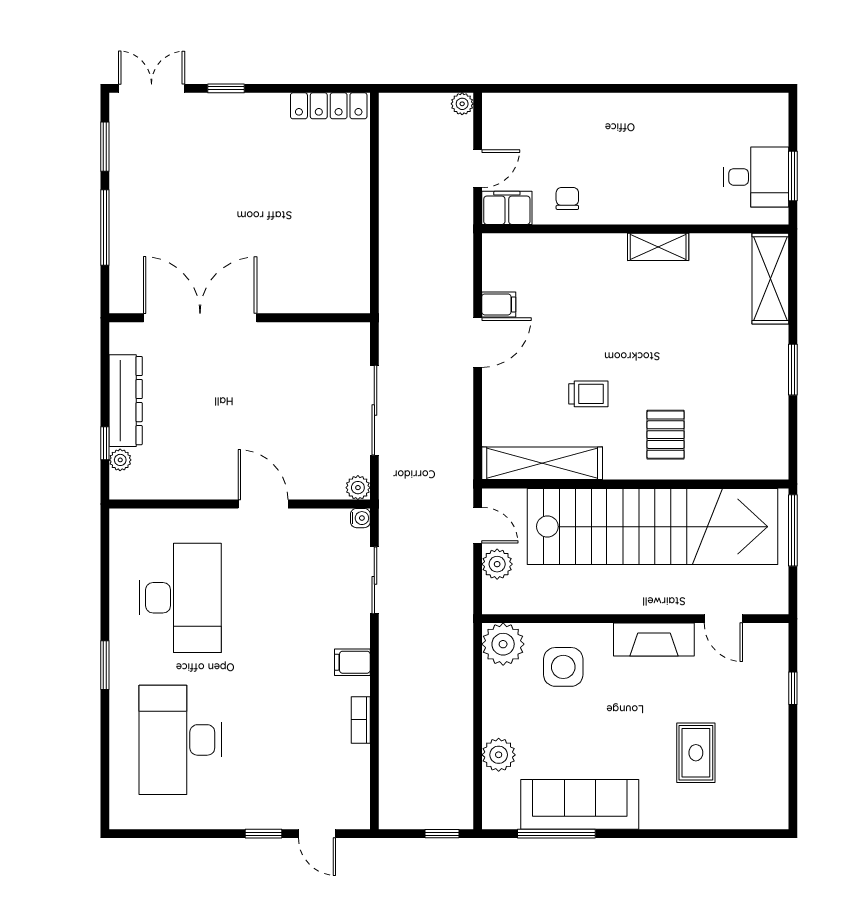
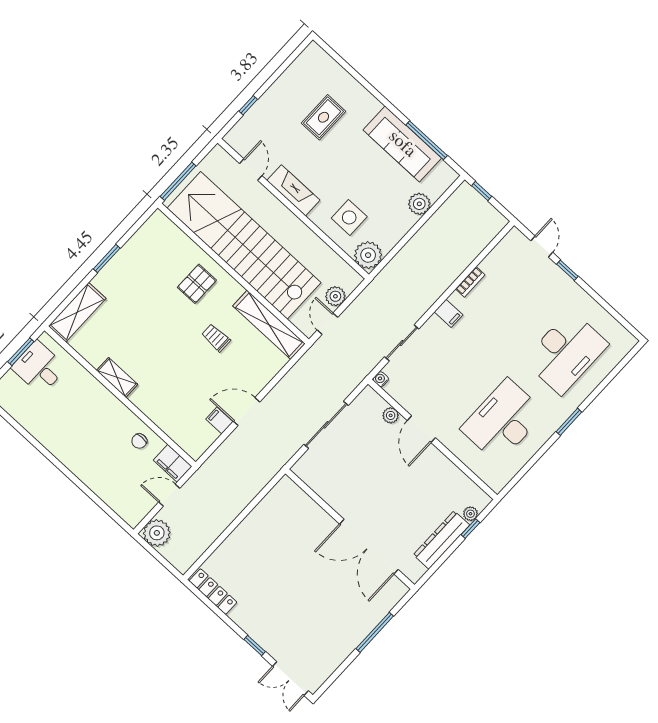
plant: (462, 104) -> (157, 533), width x1.87, depth x1.87
window: (105, 147) -> (339, 671), removed
plant: (358, 488) -> (391, 415), moved

